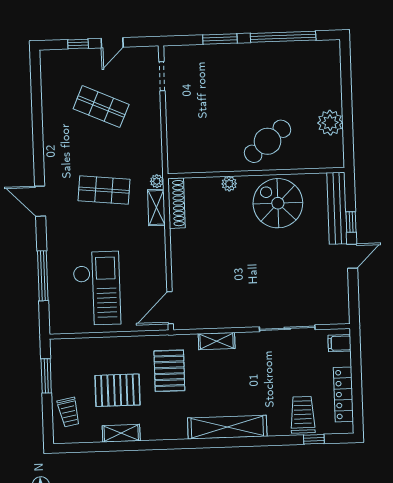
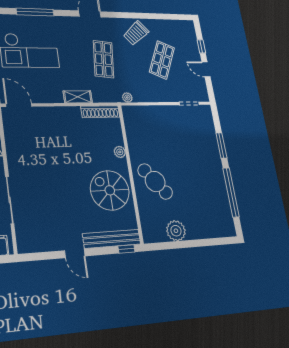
trolley: (64, 139) -> (136, 33), added
plant: (157, 181) -> (127, 97), moved
spiral stairs: (278, 203) -> (110, 190), turned -90
shelving: (156, 208) -> (78, 97), moved
window: (351, 222) -> (126, 249), moved

